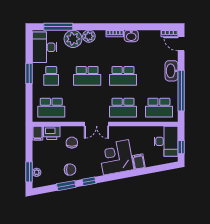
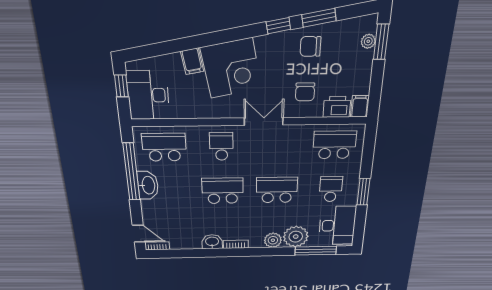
washbasin: (172, 71) -> (148, 185), moved
school desk: (123, 108) -> (221, 146), width x0.54

